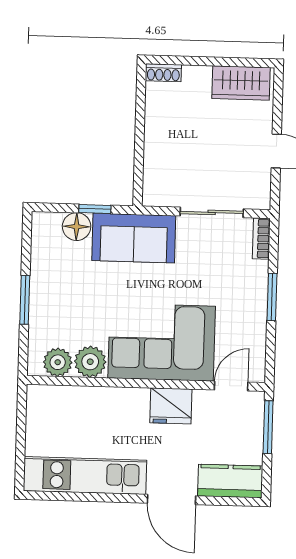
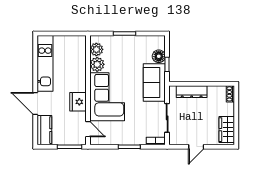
dresser: (156, 157) -> (192, 92), added
door: (171, 499) -> (35, 103), hinge flipped

